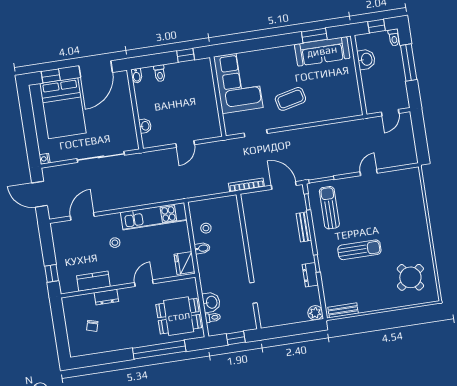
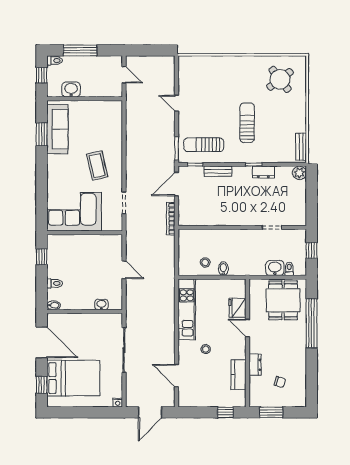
fridge: (184, 263) -> (237, 308), moved, turned 90
window: (59, 322) -> (271, 412), added

